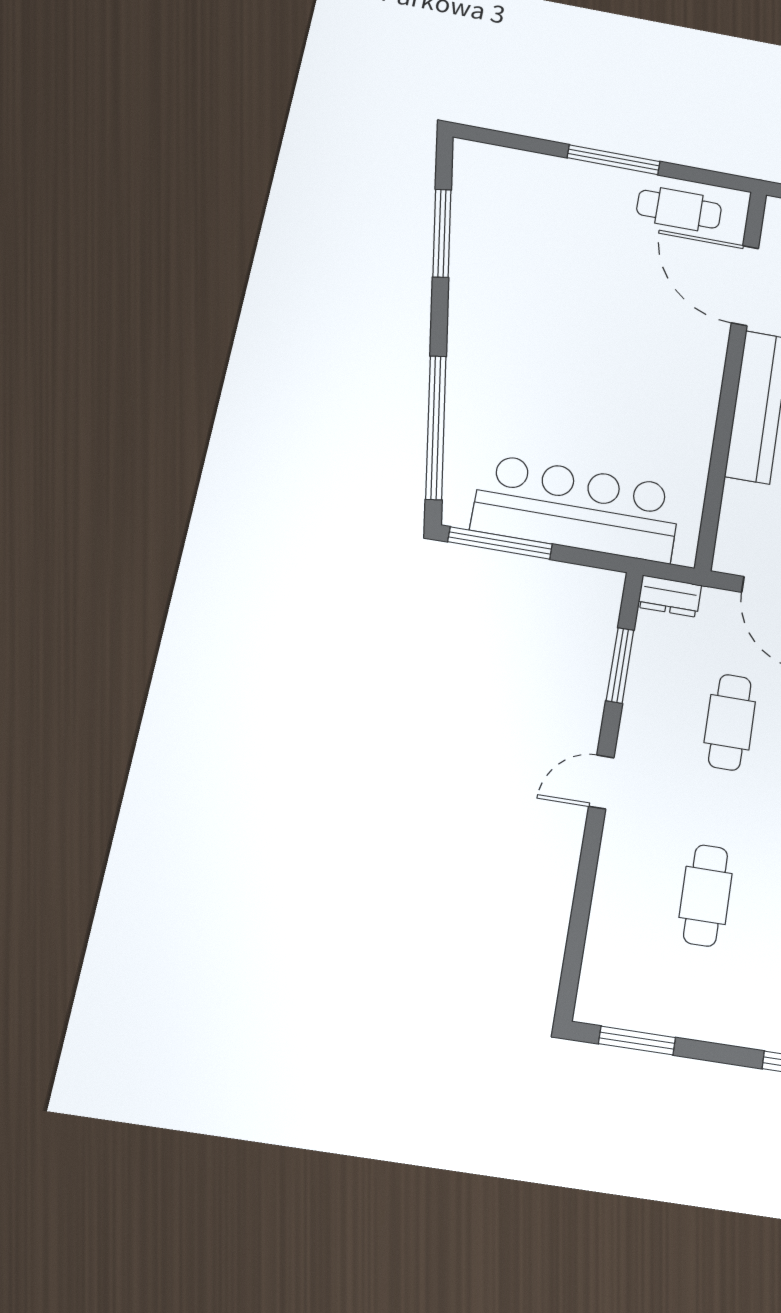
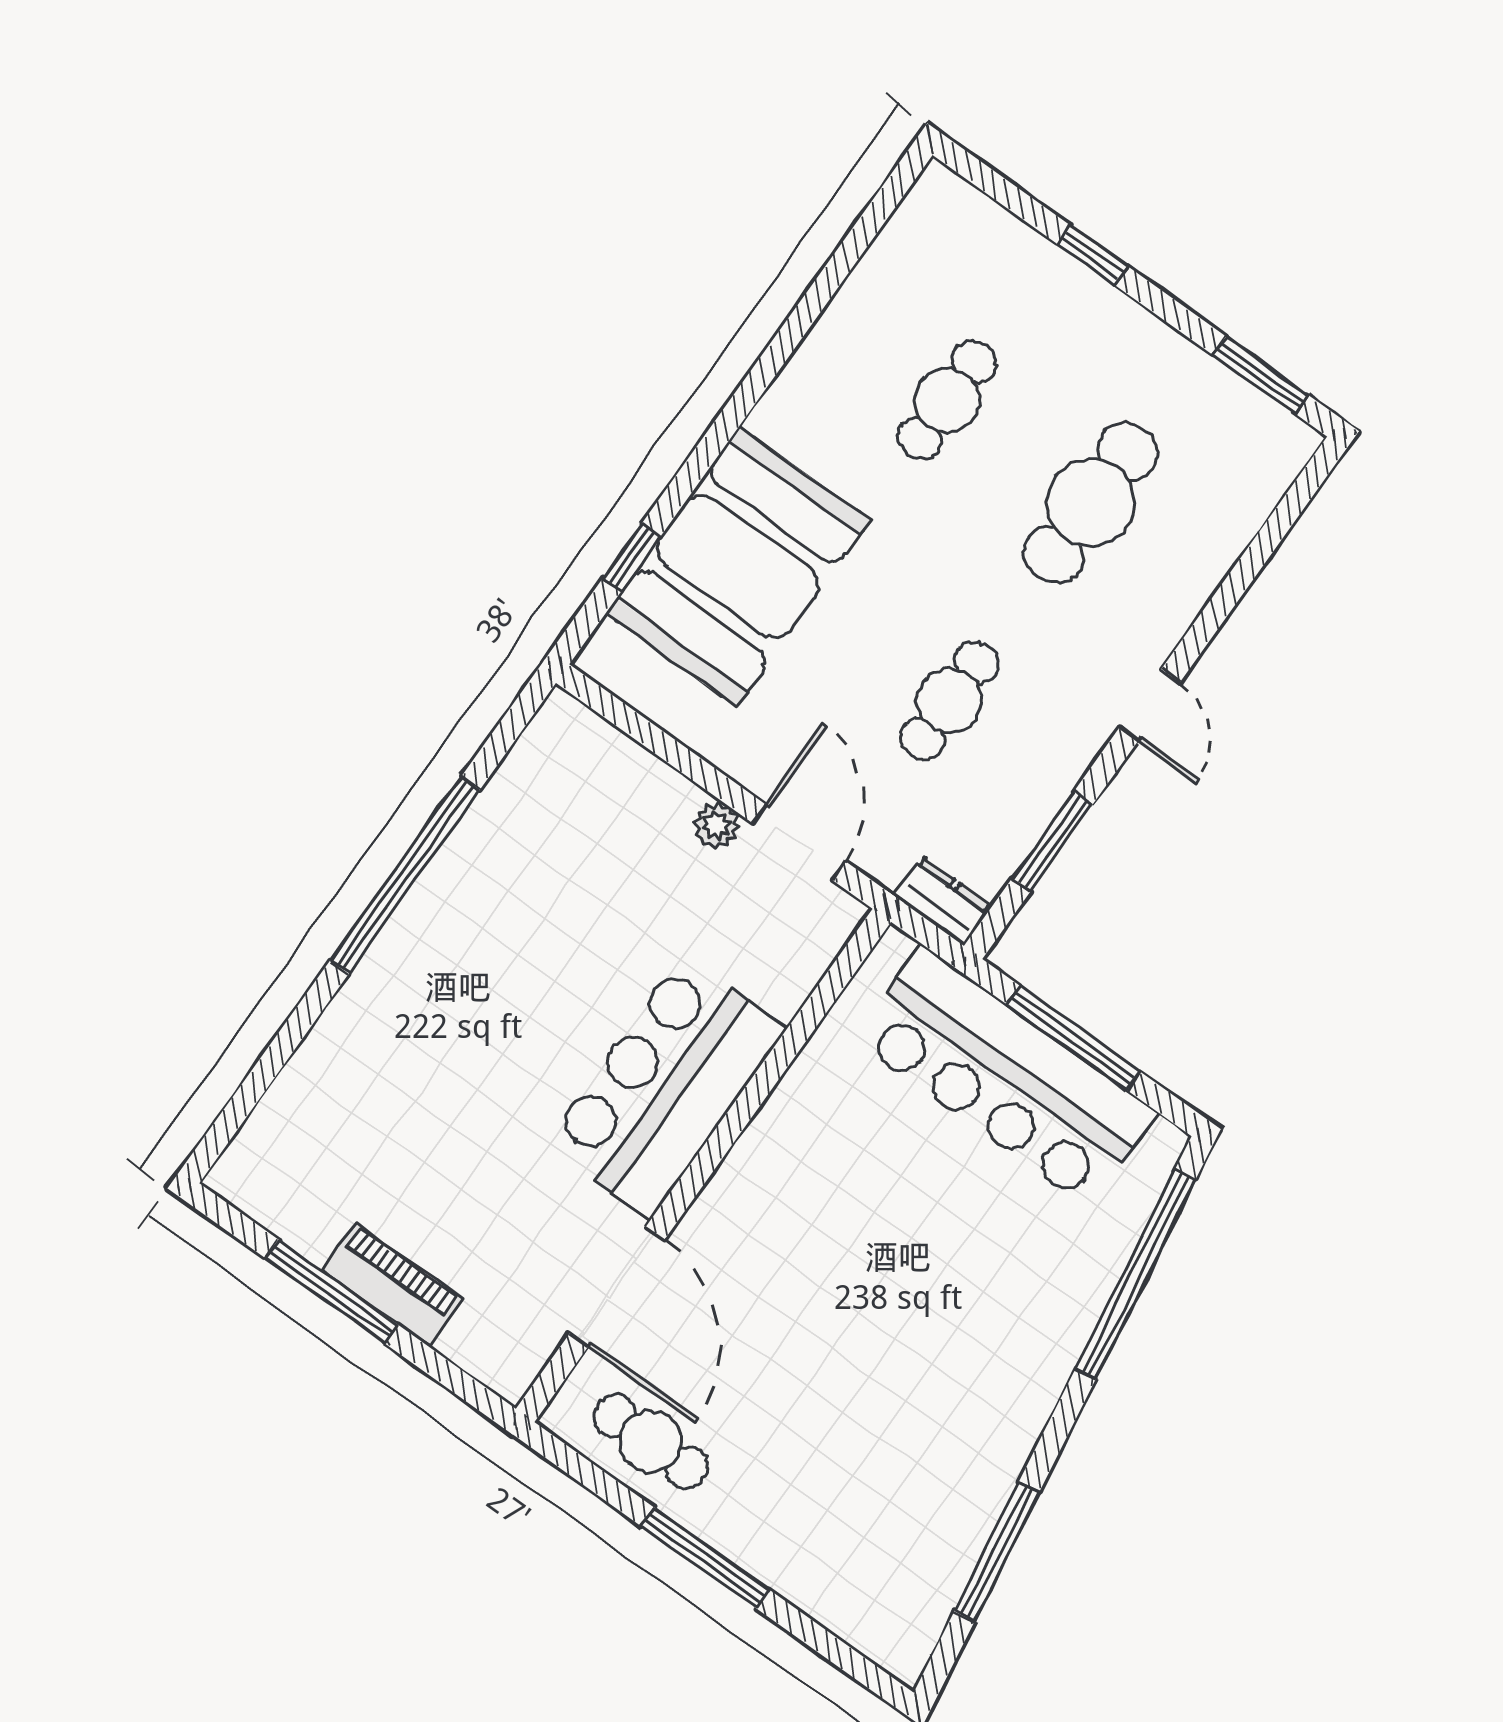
window: (500, 543) -> (1073, 1038), moved
door: (601, 782) -> (1149, 705), hinge flipped
cafe table: (706, 895) -> (1091, 503), width x1.37, depth x1.35

